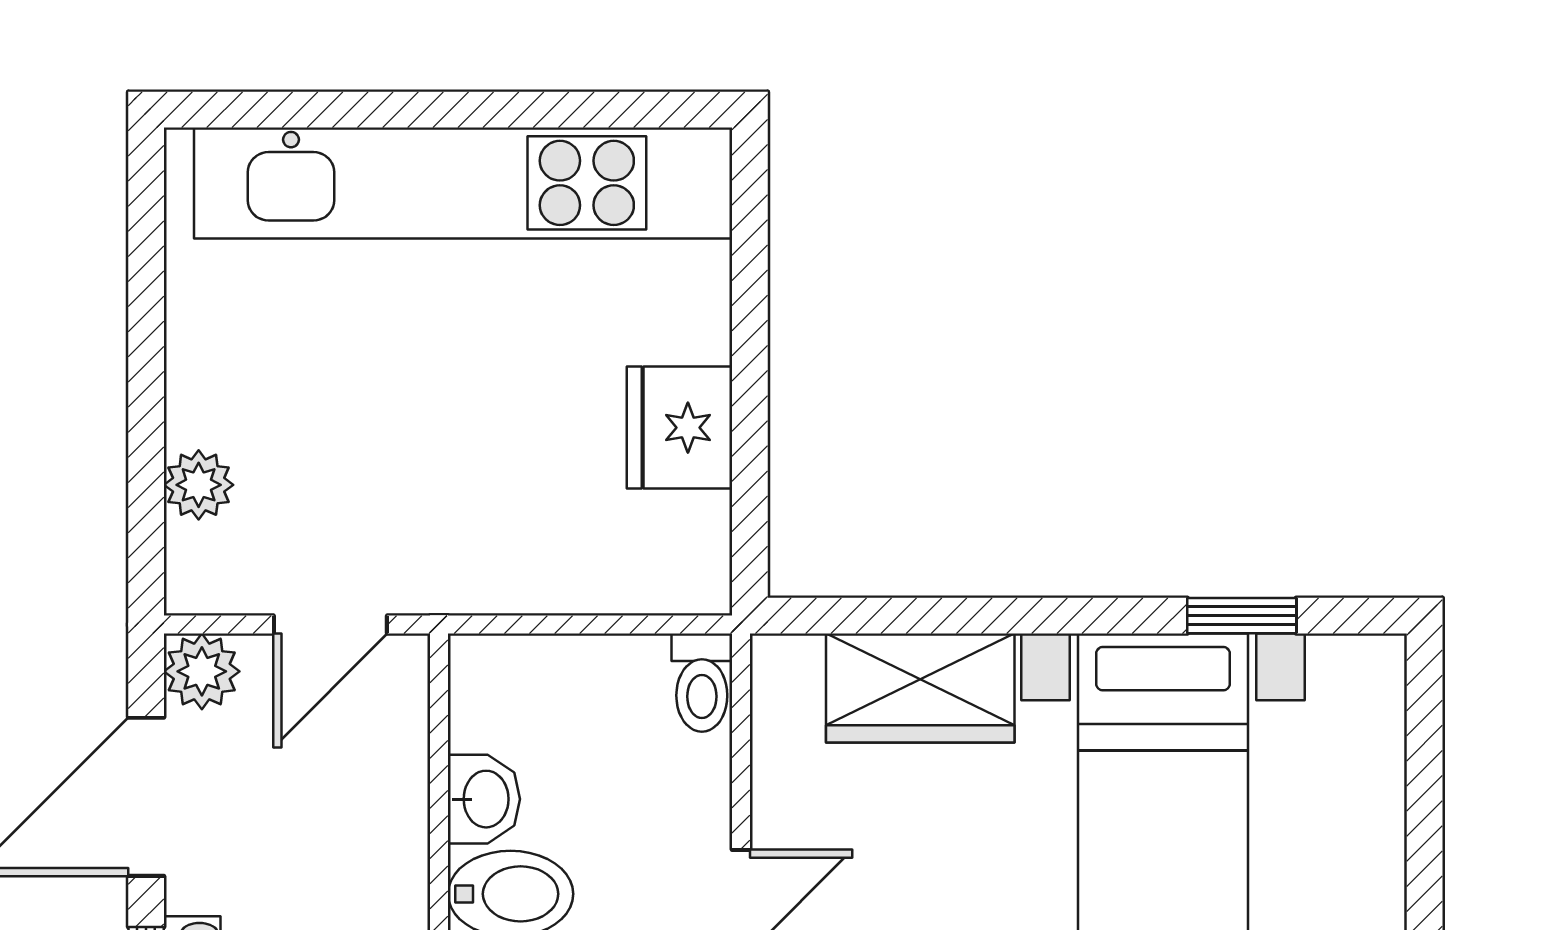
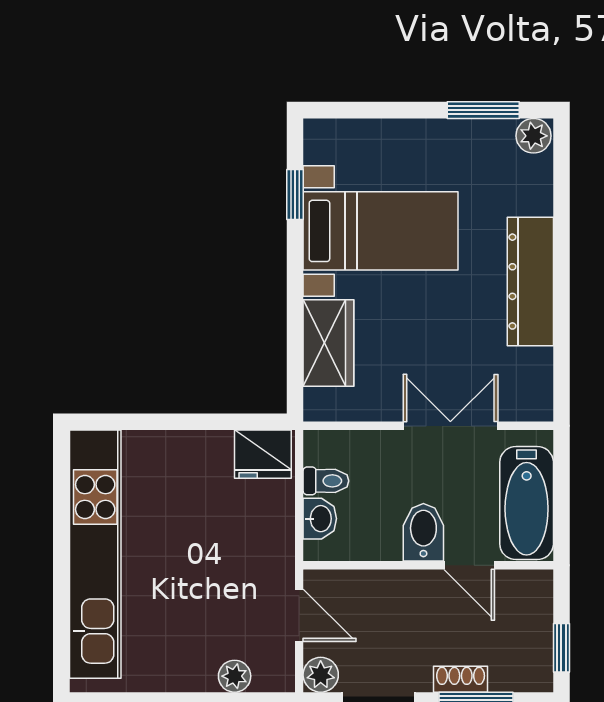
fridge: (679, 428) -> (263, 454), moved
toilet: (702, 683) -> (326, 481), moved
washbasin: (484, 799) -> (320, 519), moved, turned 90

